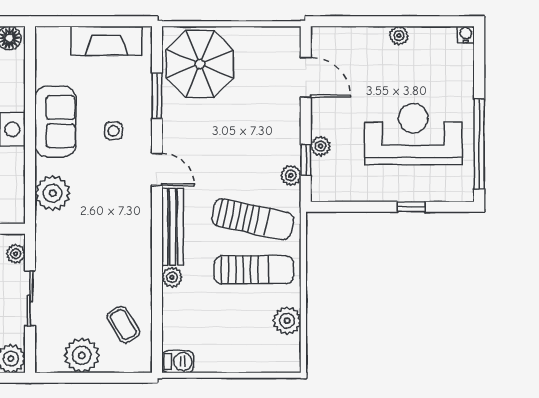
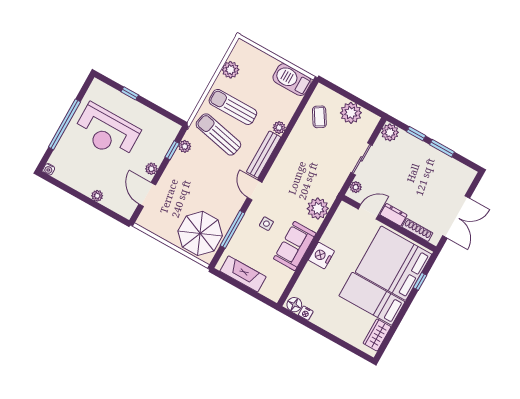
plant: (399, 36) -> (97, 196), moved
window: (157, 96) -> (233, 229), width x1.44
window: (479, 144) -> (64, 124), moved
plant: (320, 146) -> (151, 169), moved
barbecue: (178, 362) -> (292, 80), width x1.88, depth x1.53

